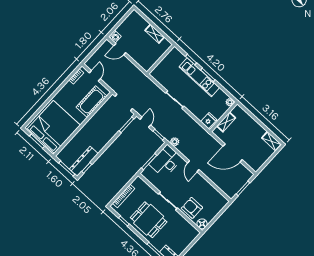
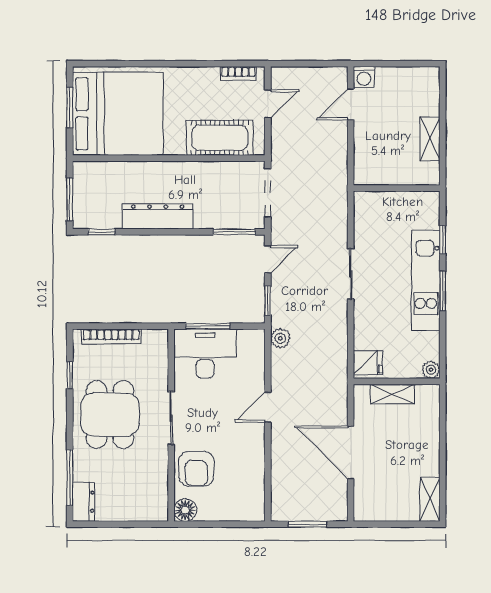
door: (120, 49) -> (351, 104), hinge flipped
dresser: (84, 161) -> (158, 216), moved
desk: (166, 161) -> (205, 354), moved
armchair: (192, 208) -> (196, 469), turned 180

